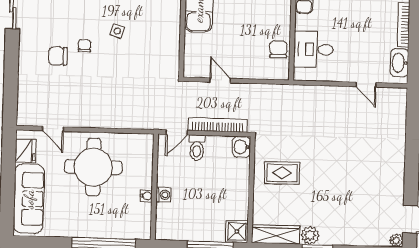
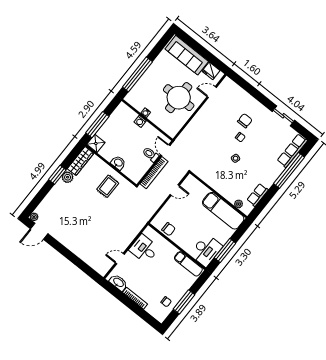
desk: (314, 49) -> (144, 249), moved, turned -90
washbasin: (241, 147) -> (118, 163), moved

